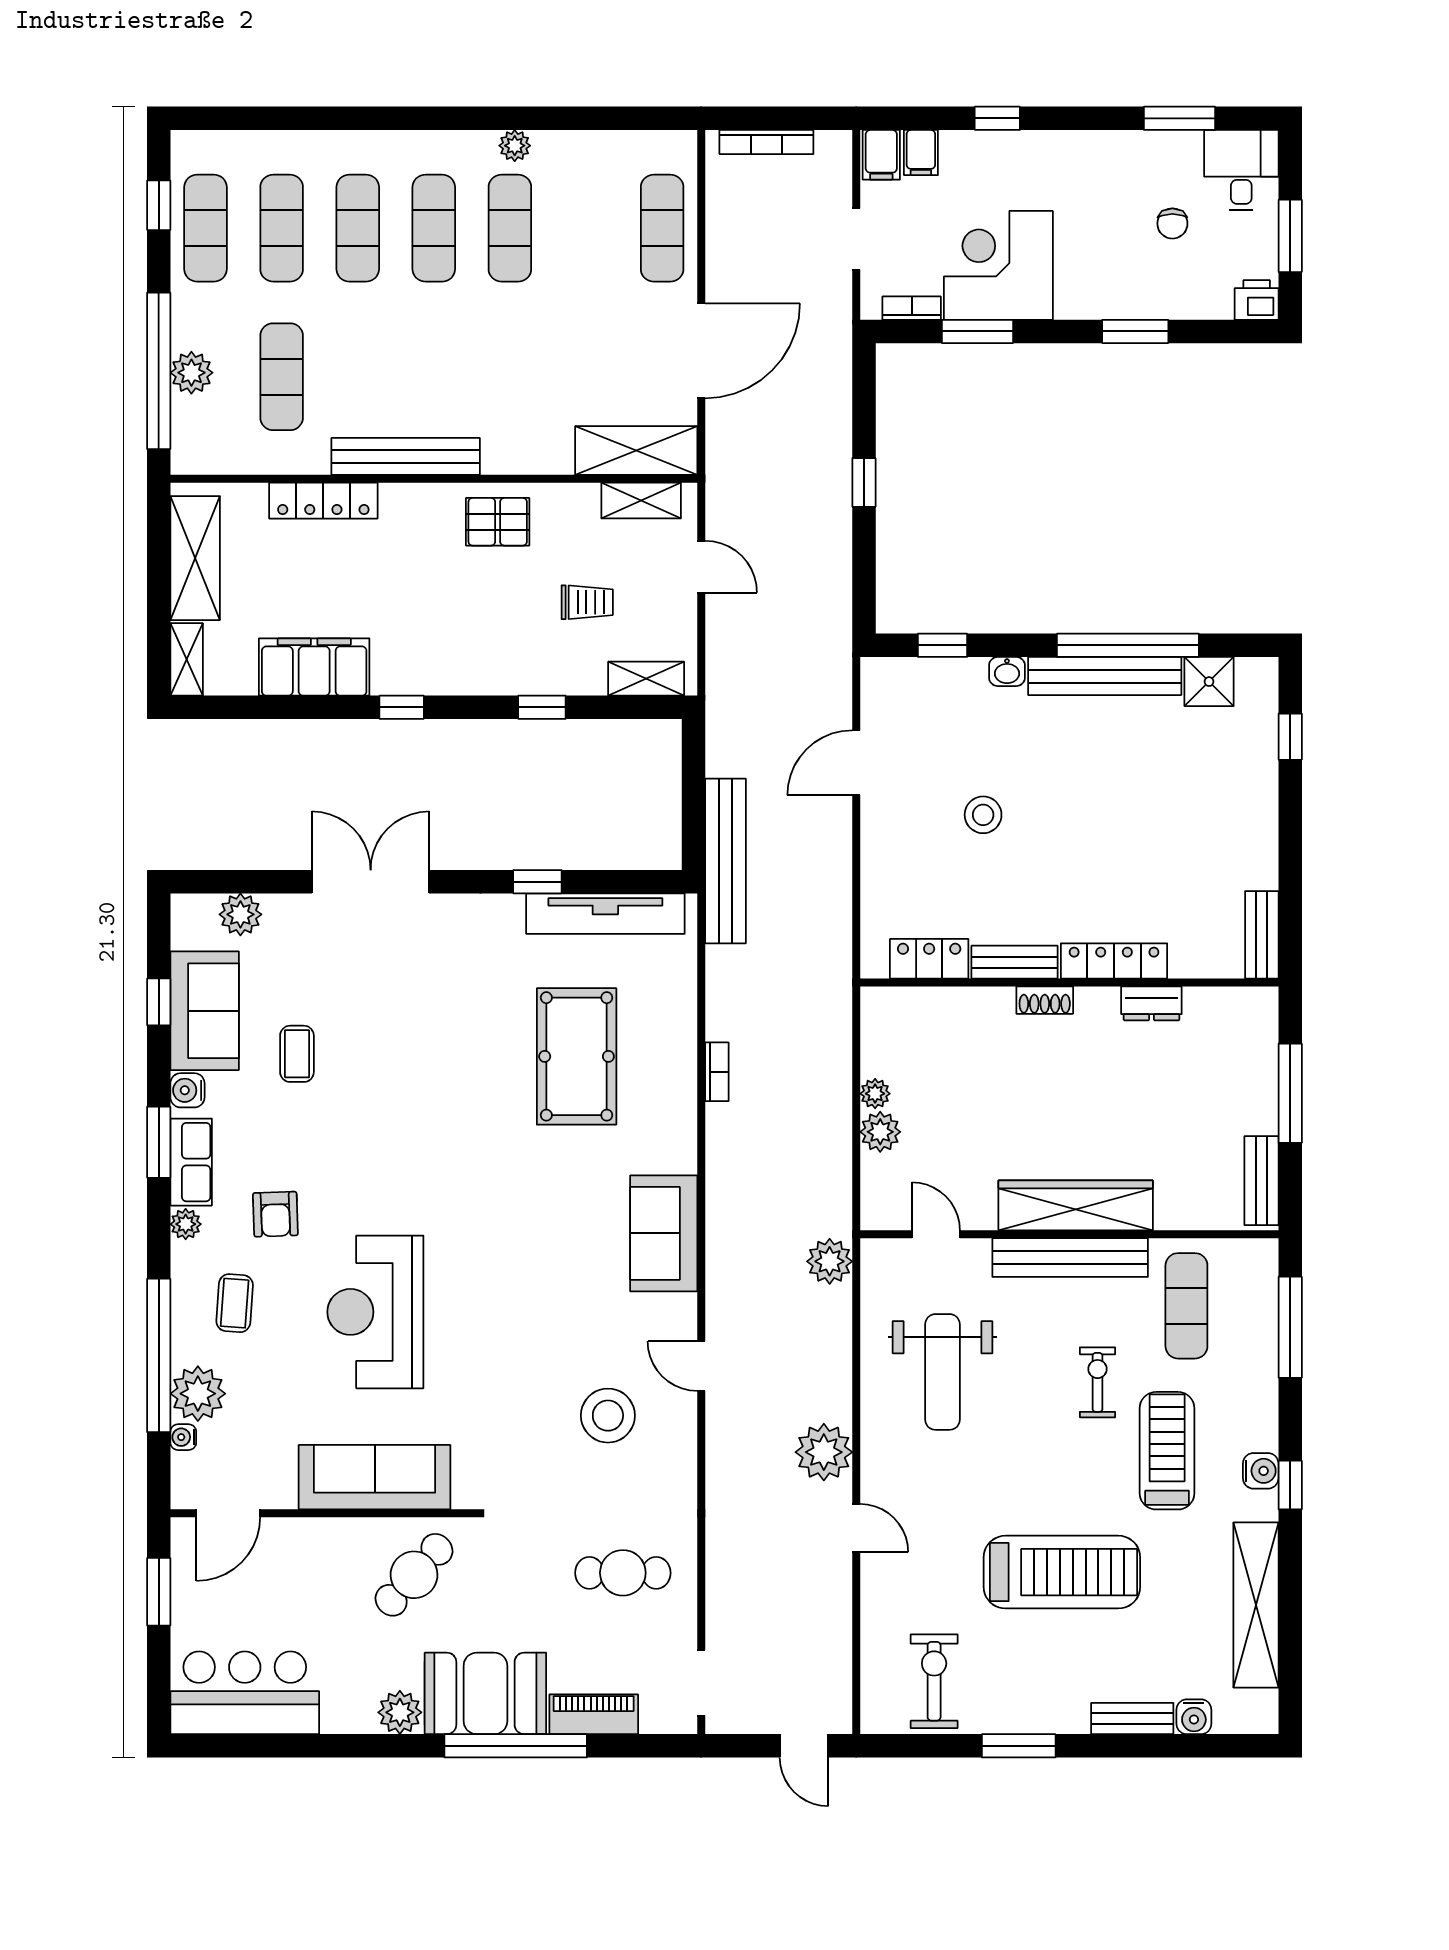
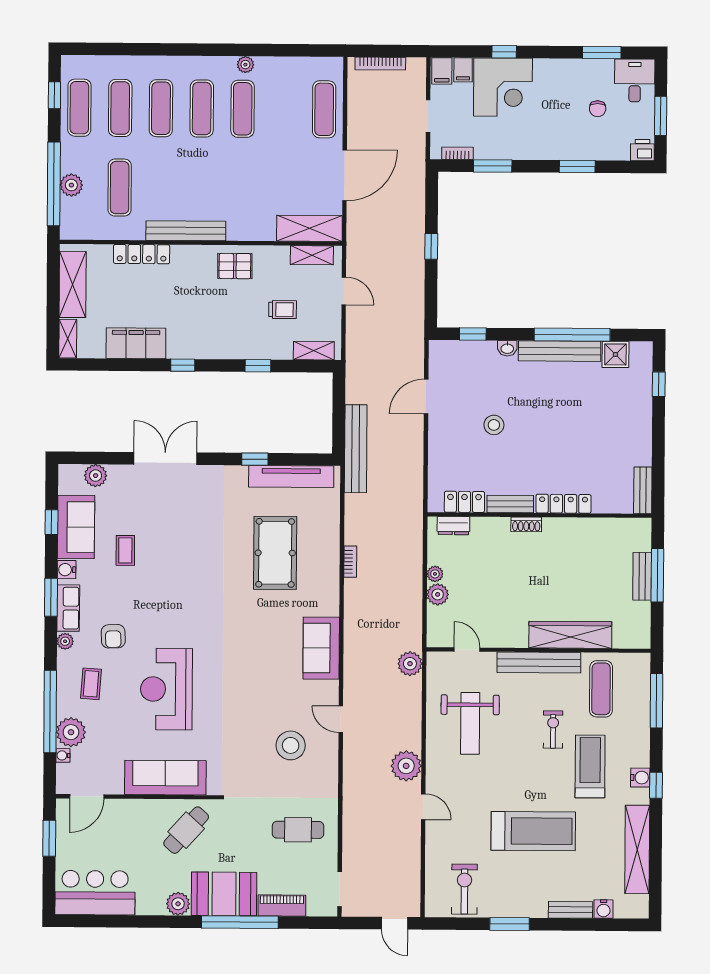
corner desk: (998, 265) -> (503, 87), moved, turned 180
dresser: (1151, 1003) -> (453, 526), moved
bench: (1261, 1181) -> (642, 576), moved
wardrobe: (1076, 1205) -> (570, 635), moved

